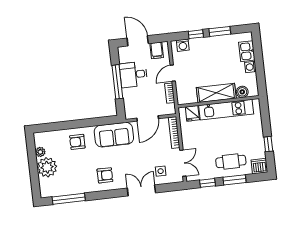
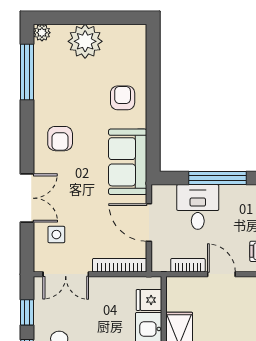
desk: (133, 74) -> (198, 207), moved
plant: (40, 152) -> (42, 33), moved

